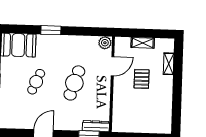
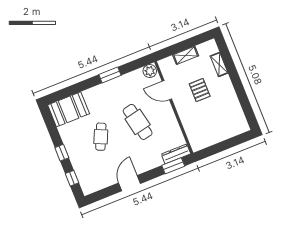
window: (51, 30) -> (110, 75), moved
door: (113, 66) -> (167, 90), swing flipped
cafe table: (74, 83) -> (138, 122), turned -30

